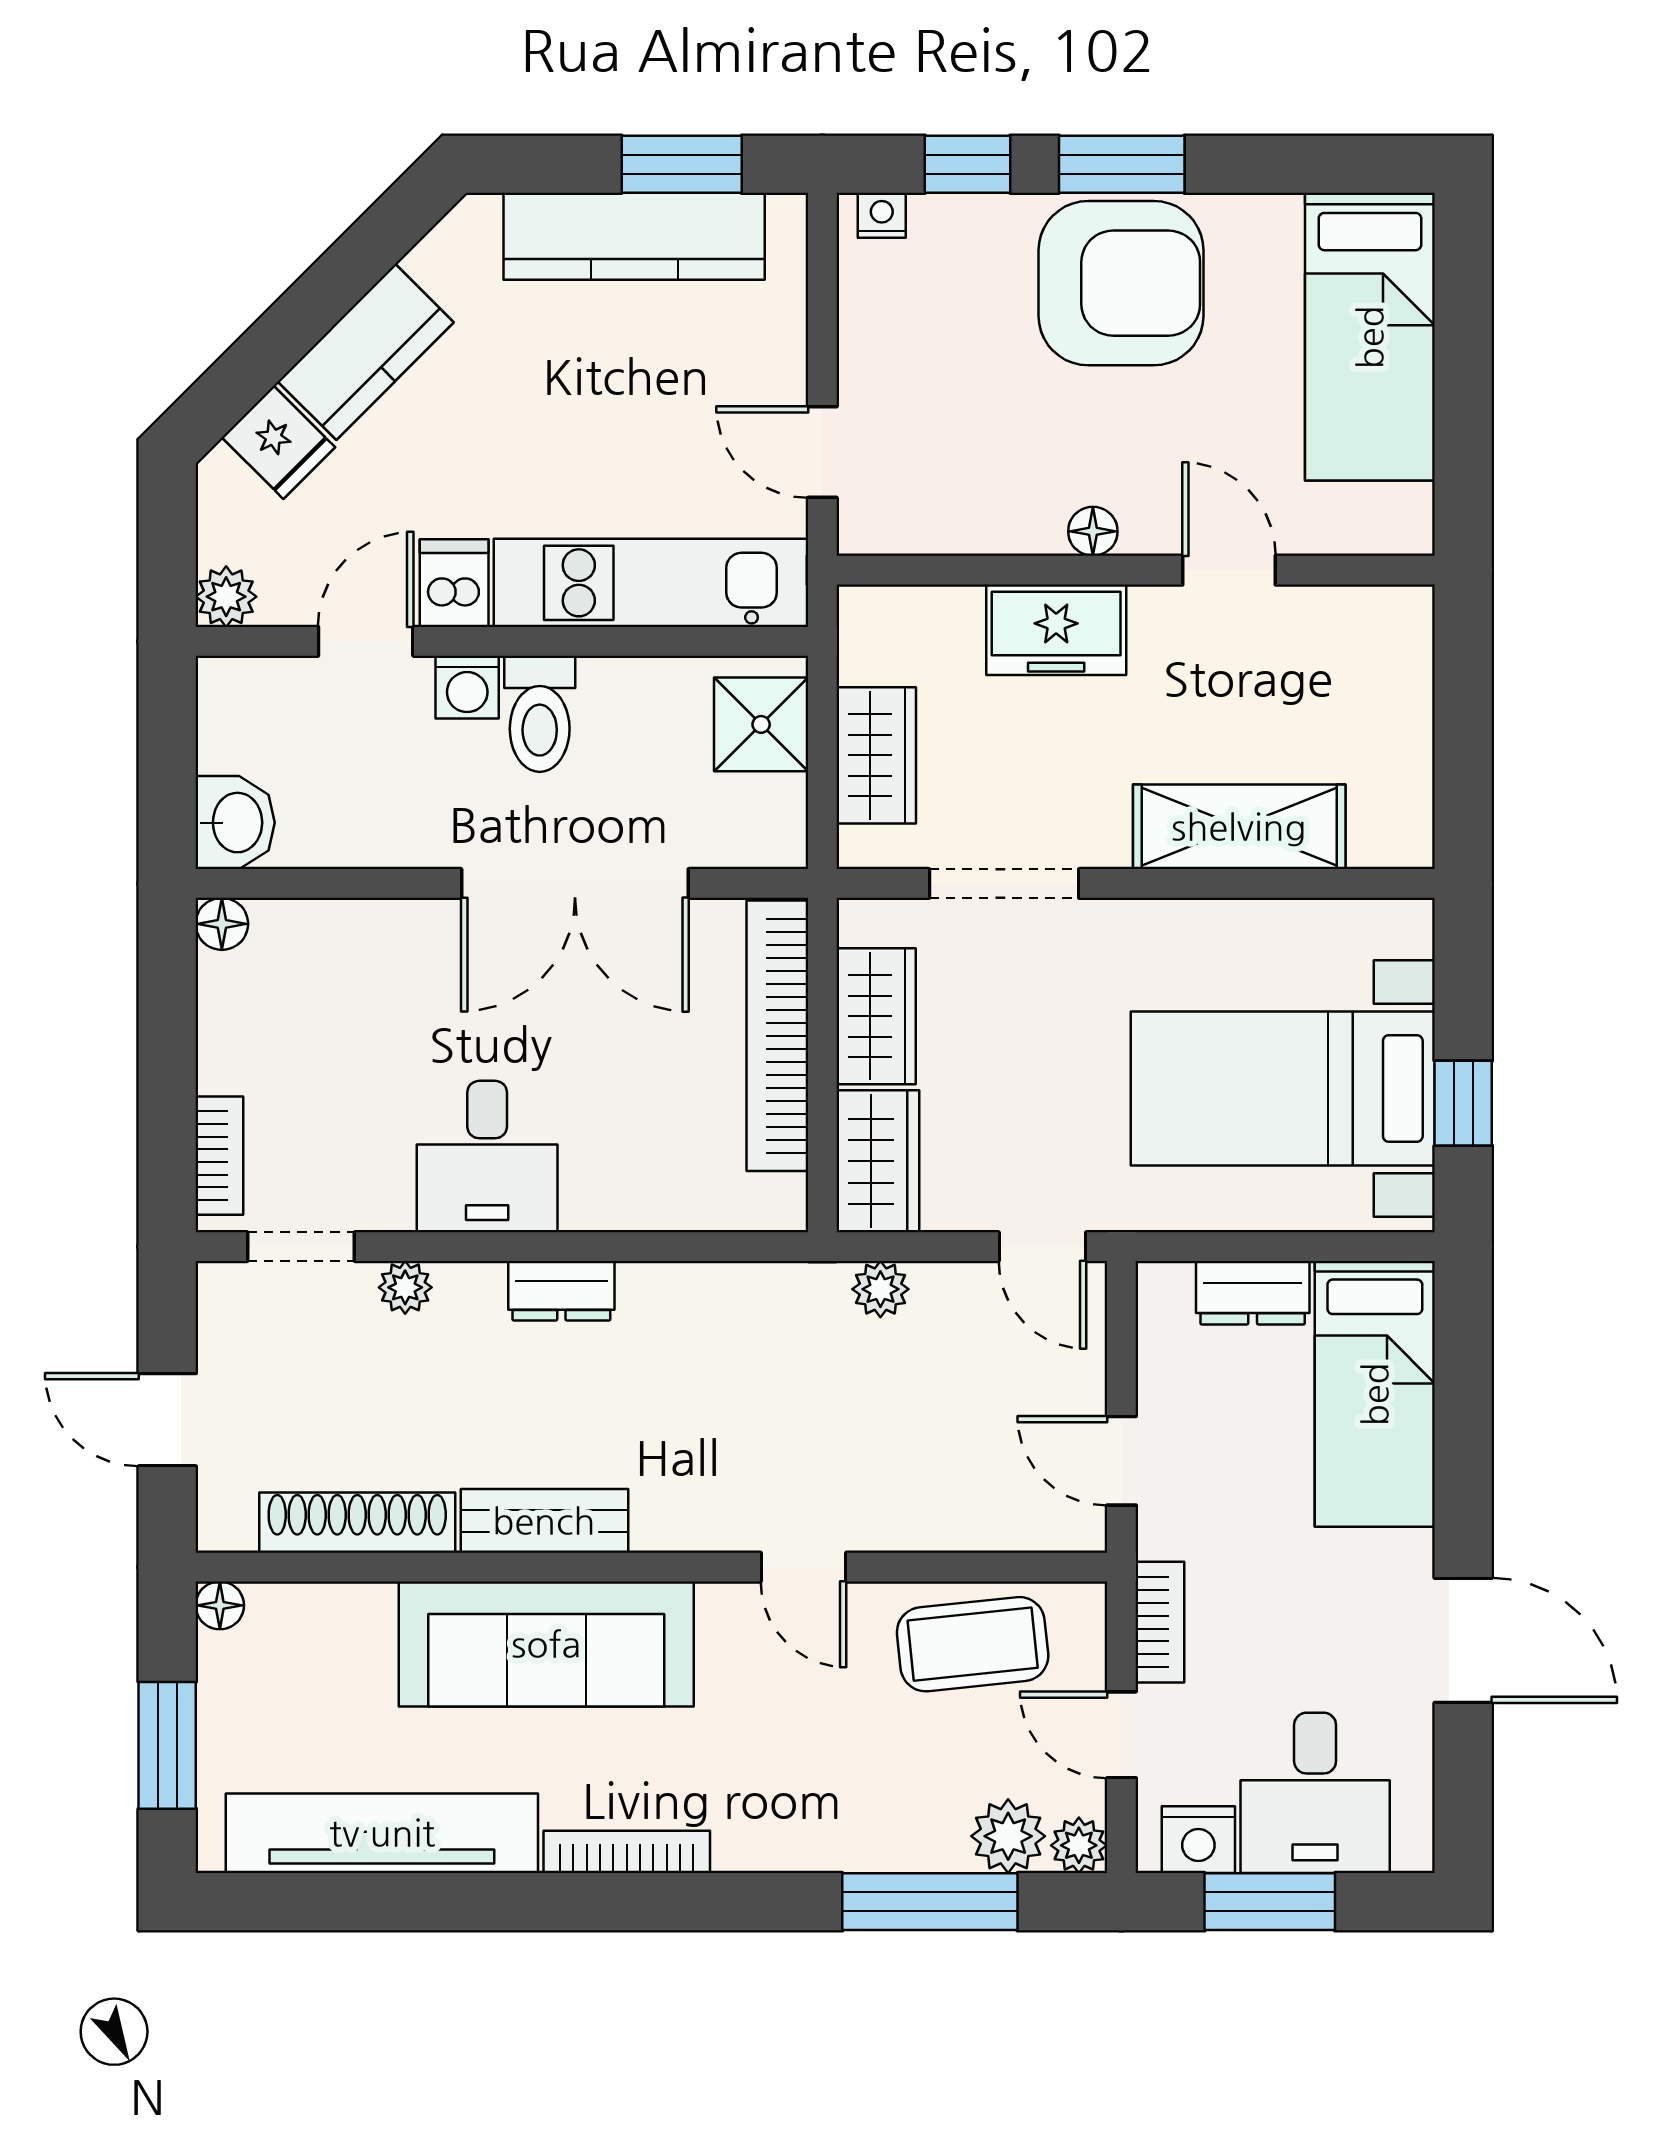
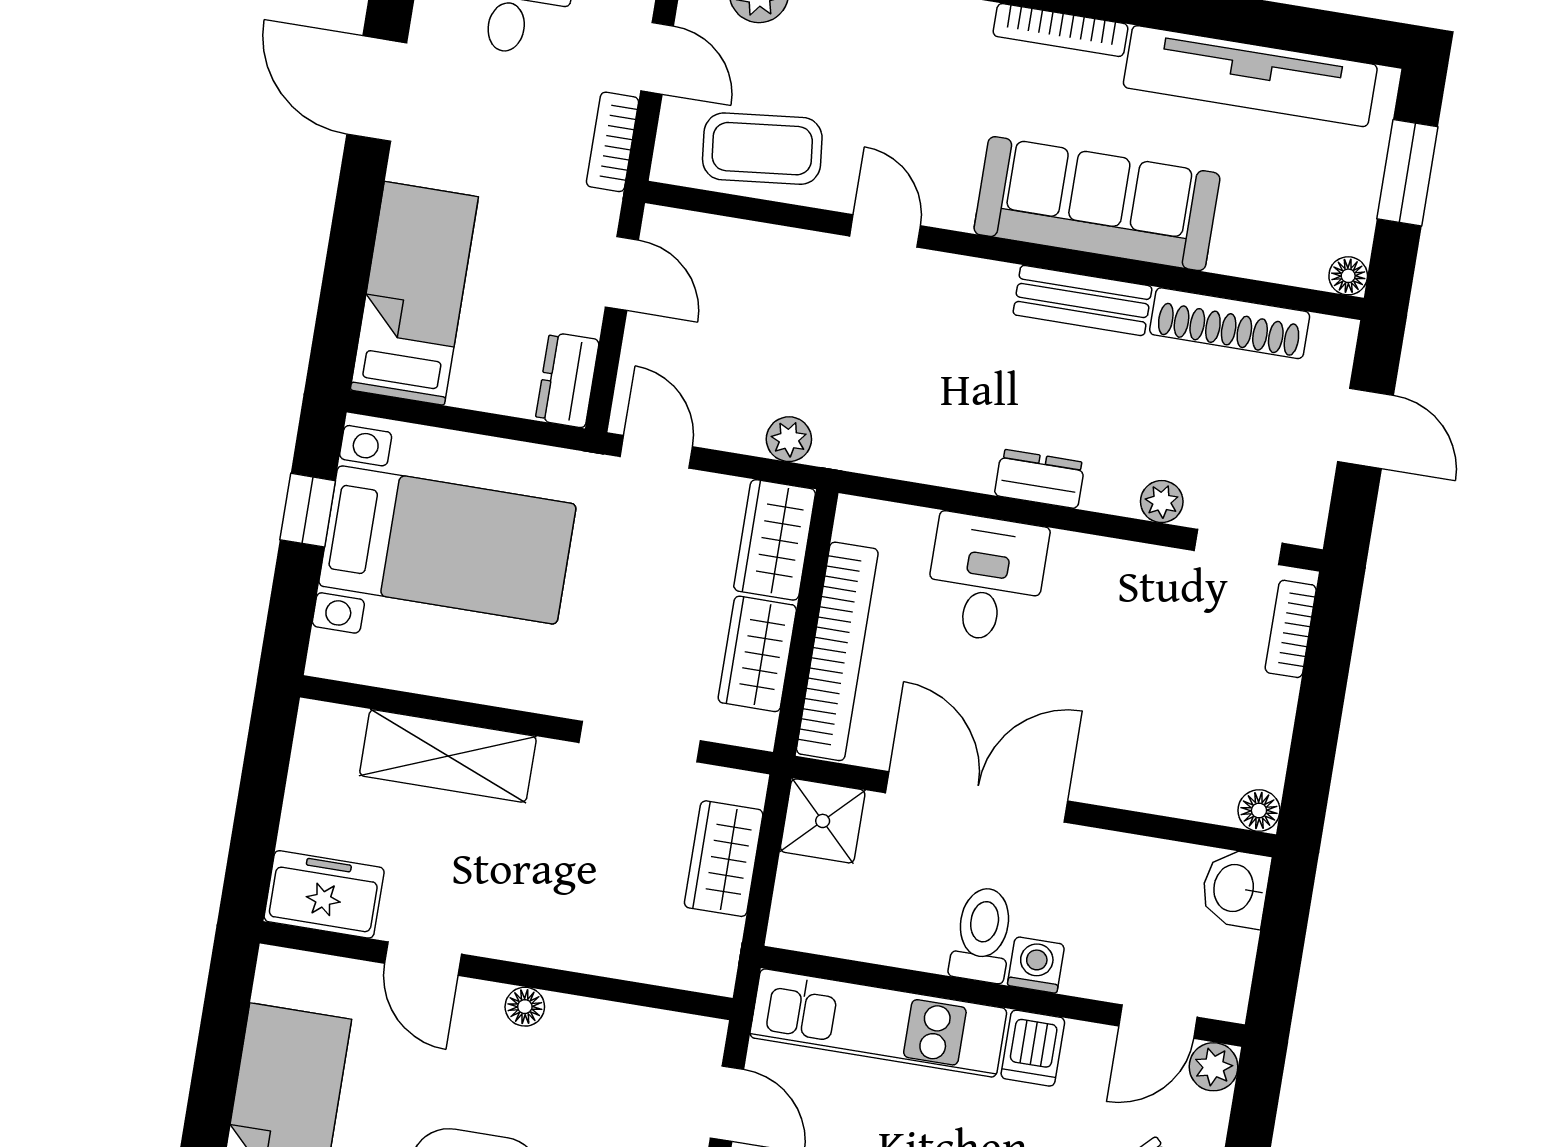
freezer: (1056, 630) -> (324, 894), moved
door: (366, 641) -> (1158, 1022), moved
shower: (761, 724) -> (823, 821), moved
desk: (487, 1157) -> (986, 578), moved
dresser: (1253, 1293) -> (567, 380), moved, turned -90

